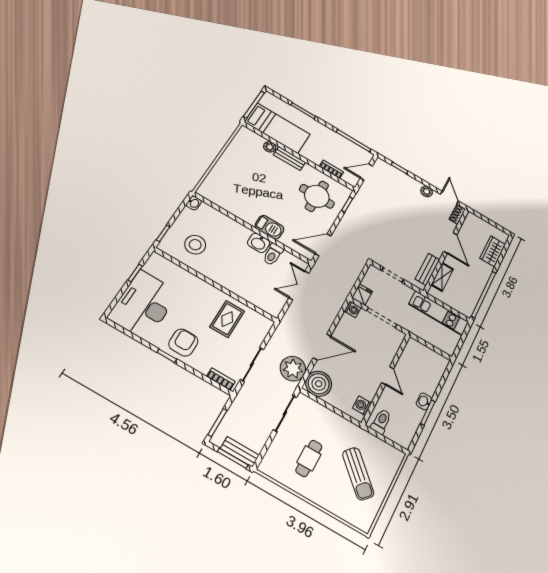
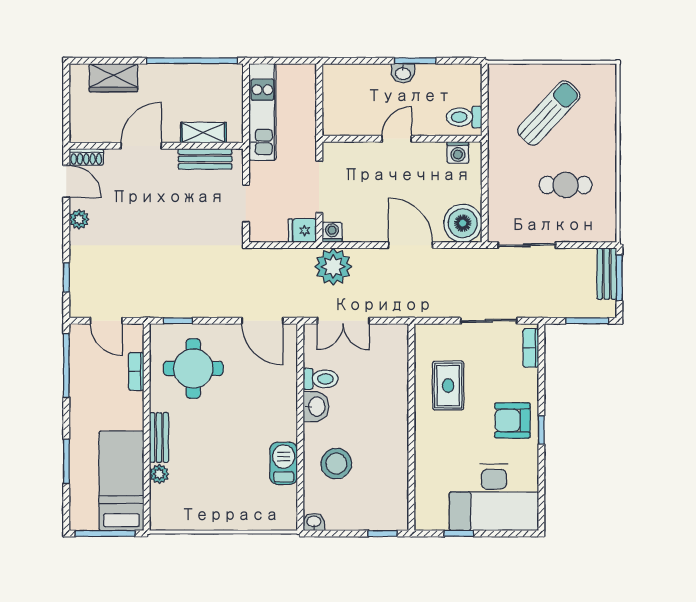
door: (449, 198) -> (66, 181), swing flipped
barbecue: (269, 227) -> (284, 463), moved
stool: (195, 245) -> (336, 464), moved
rug: (227, 319) -> (448, 386), turned 90
plant: (293, 369) -> (333, 267), moved

